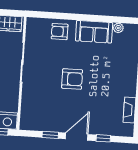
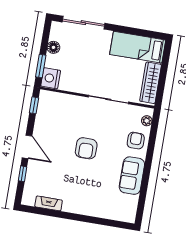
plant: (118, 28) -> (147, 121), moved
window: (50, 135) -> (34, 105), moved

